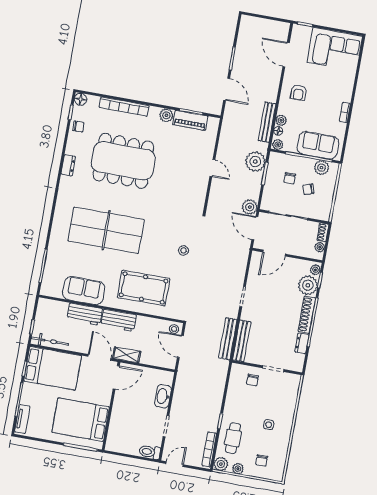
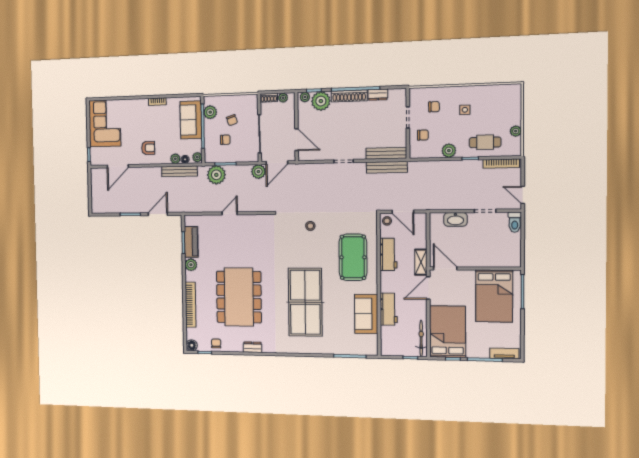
workbench: (119, 320) -> (388, 254), moved
door: (180, 346) -> (403, 212), hinge flipped
chair: (262, 460) -> (434, 107), moved
plant: (221, 464) -> (449, 151), moved

